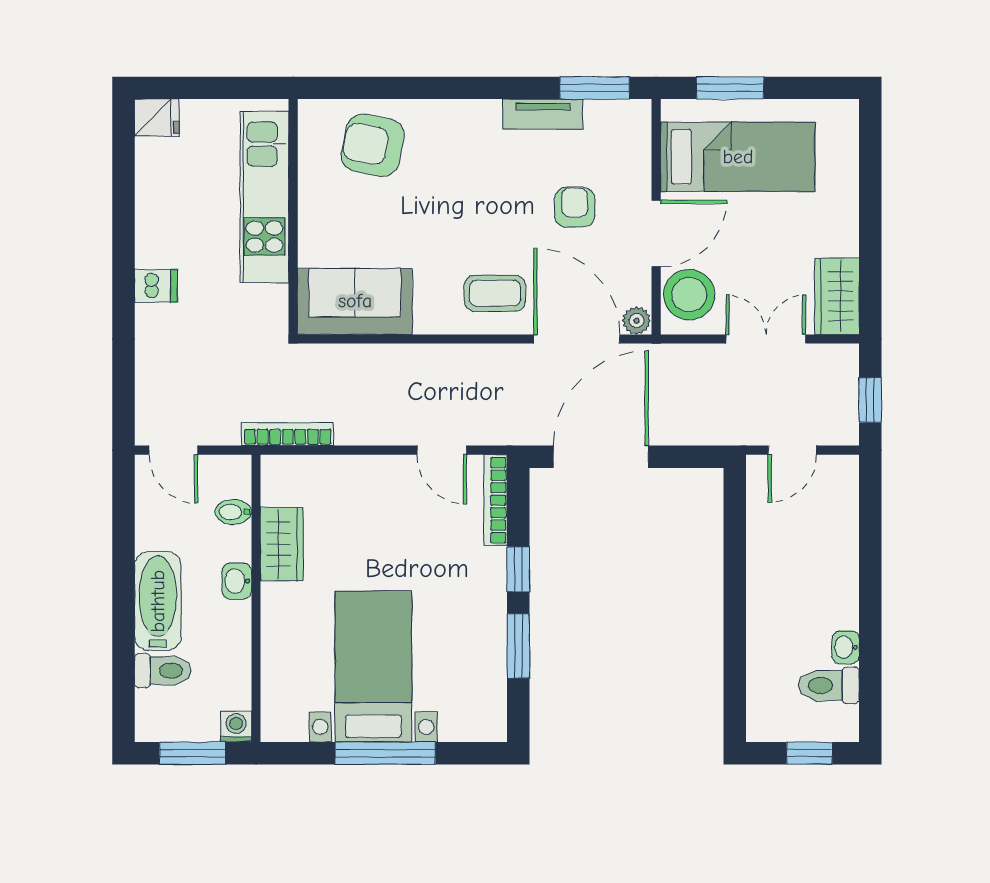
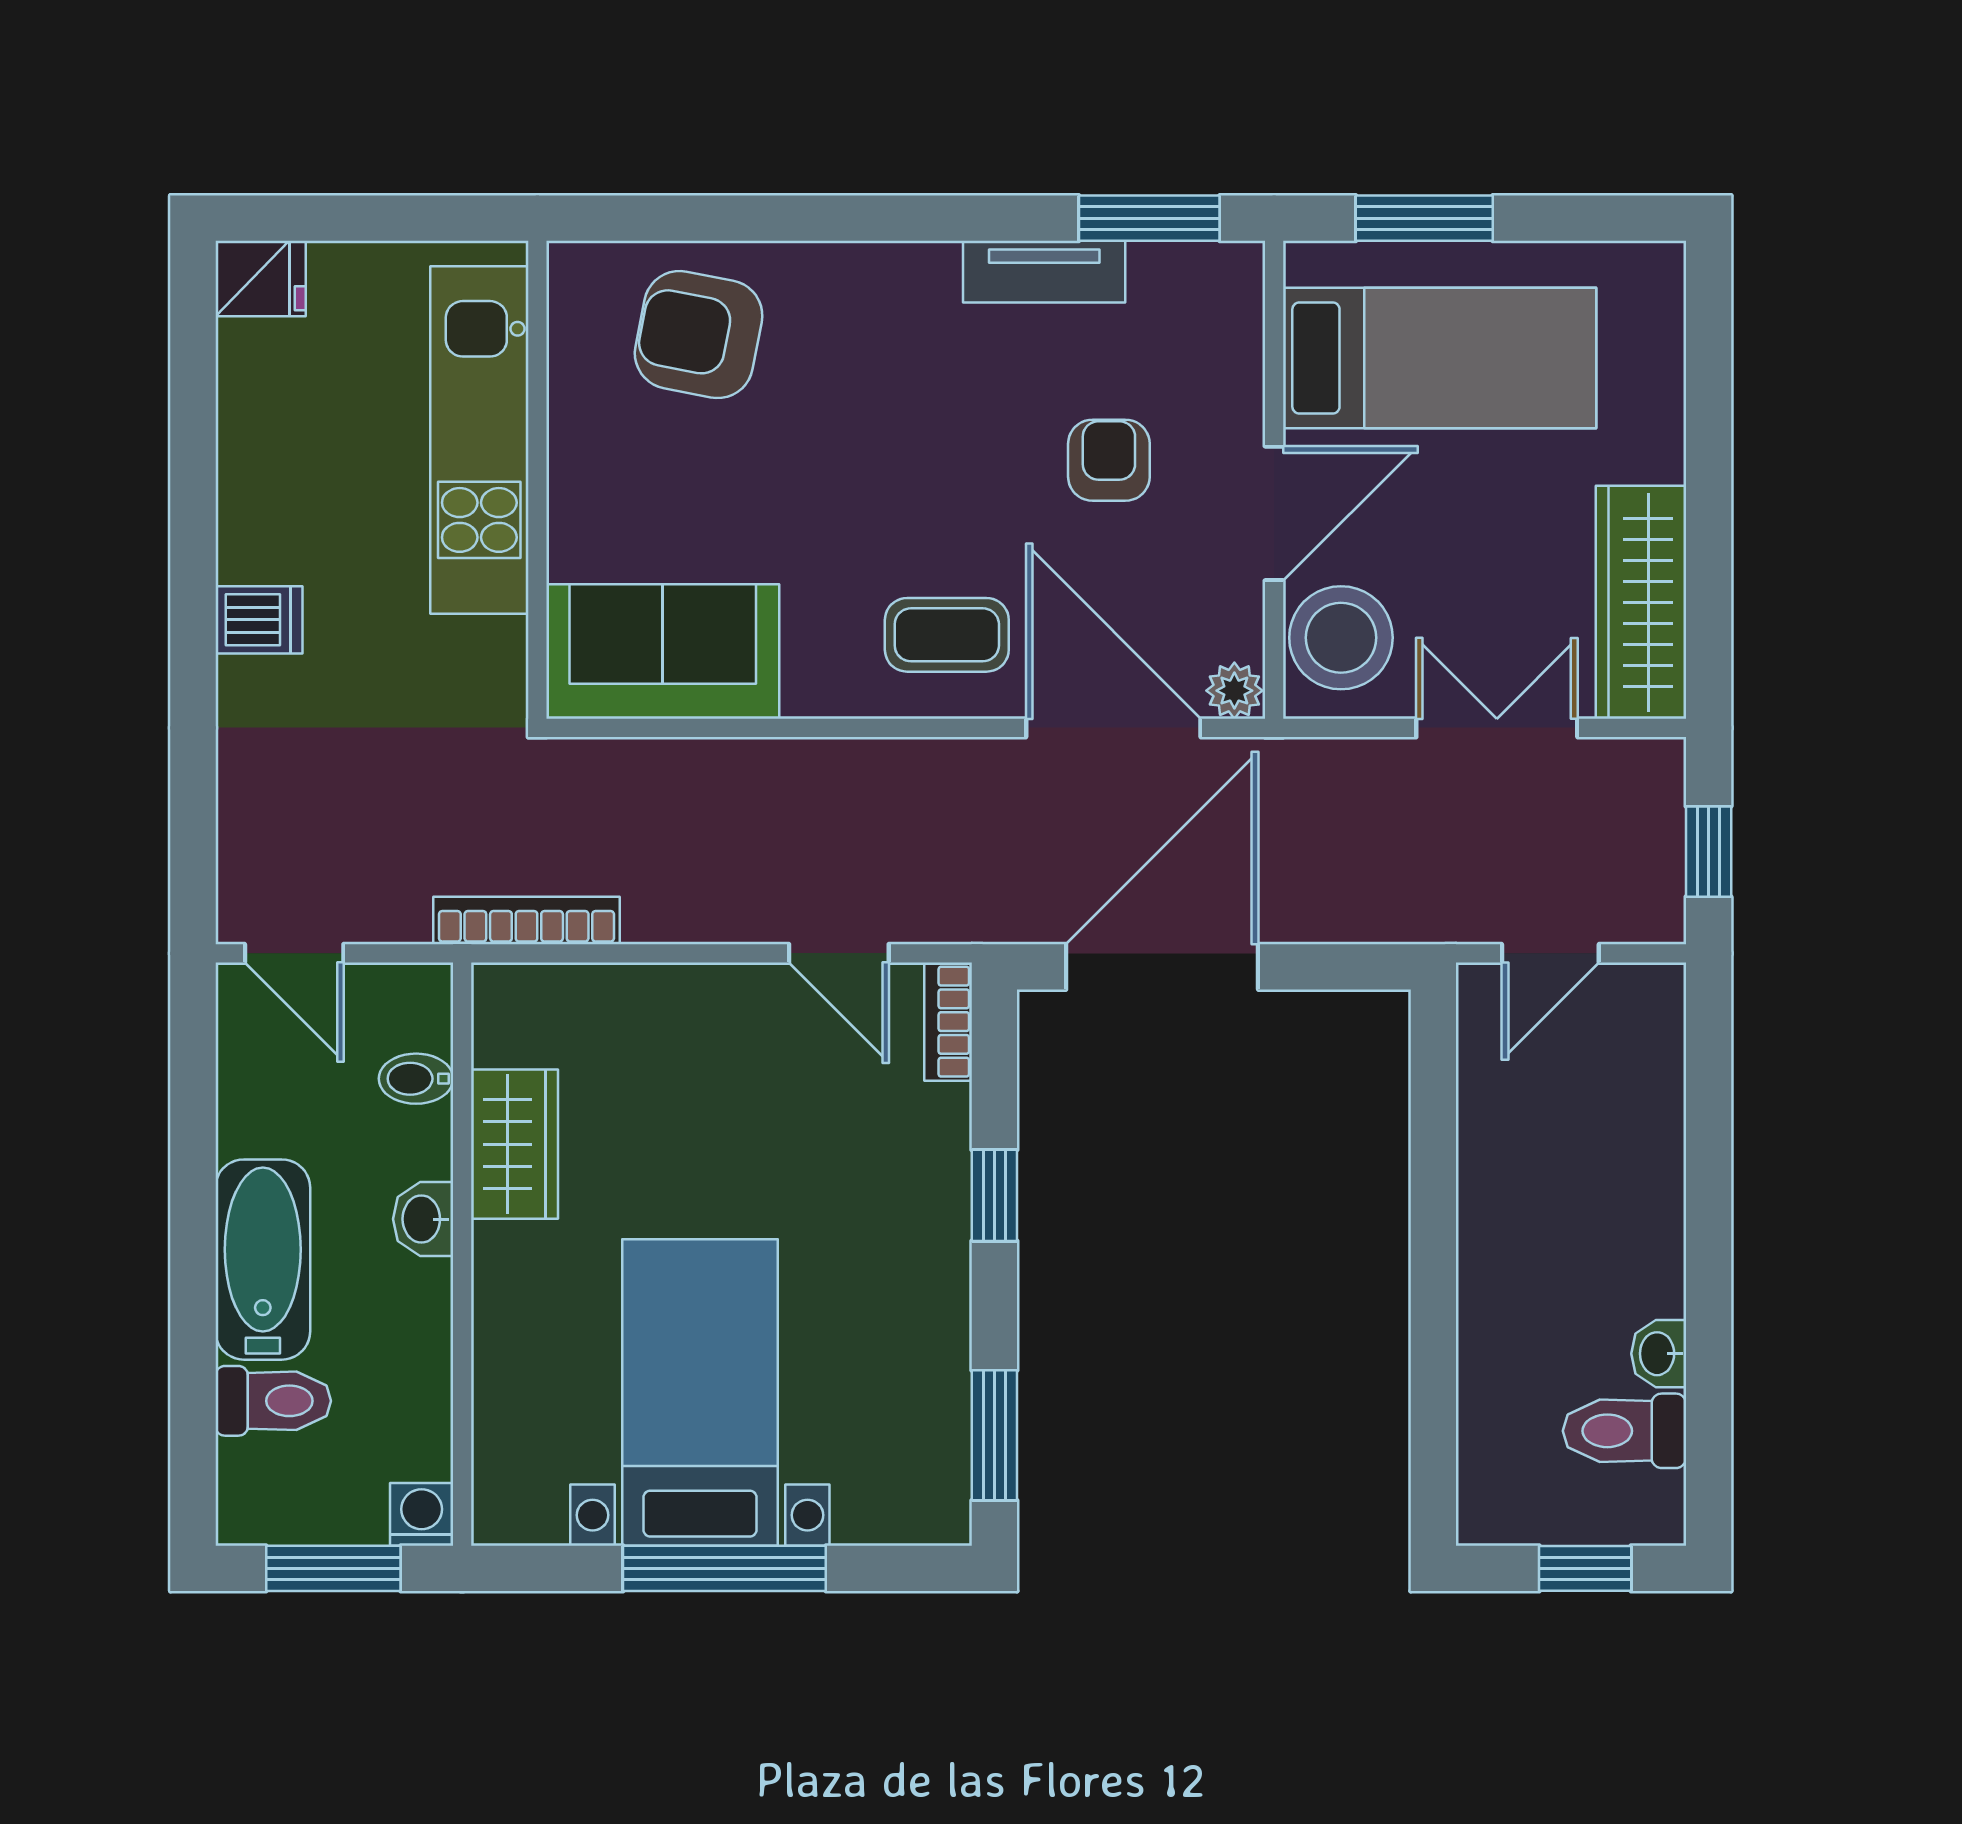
wardrobe: (837, 296) -> (1641, 602), width x1.50
bookcase: (496, 500) -> (948, 1022), width x0.64
window: (518, 646) -> (994, 1435), moved

